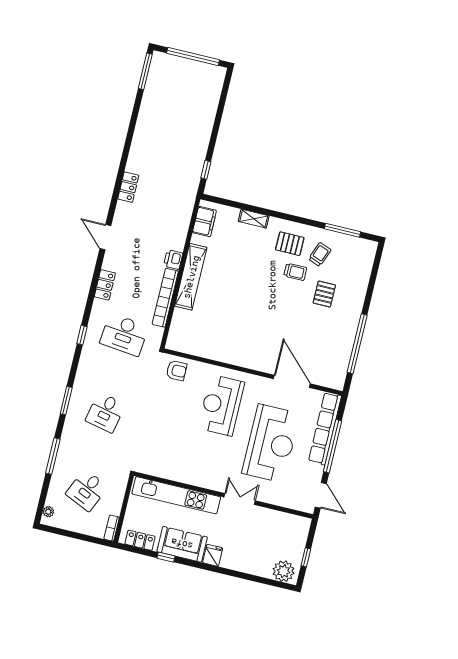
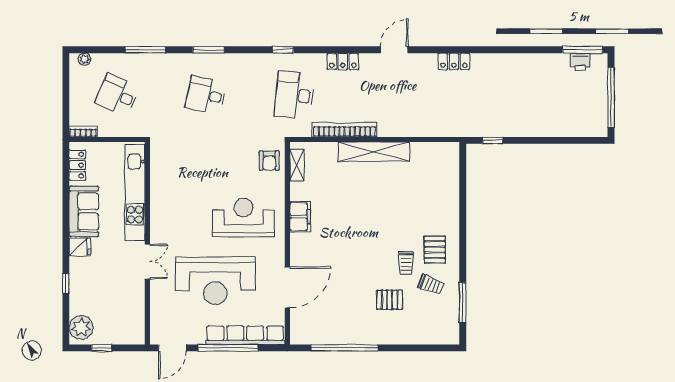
shelving: (254, 219) -> (297, 165), moved
filing cabinet: (204, 222) -> (300, 217), moved, turned -90
printer: (173, 260) -> (580, 62), moved, turned 180
window: (166, 557) -> (66, 283), moved

